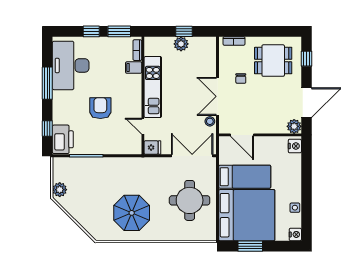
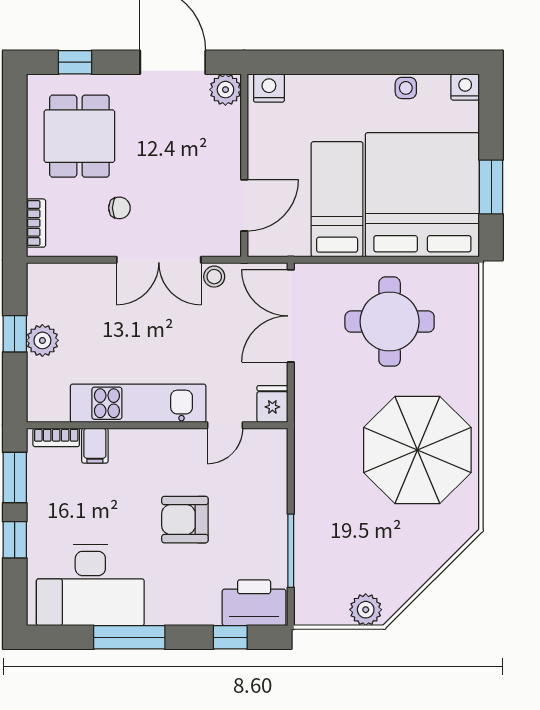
parasol: (132, 213) -> (417, 450), width x1.36, depth x1.36

